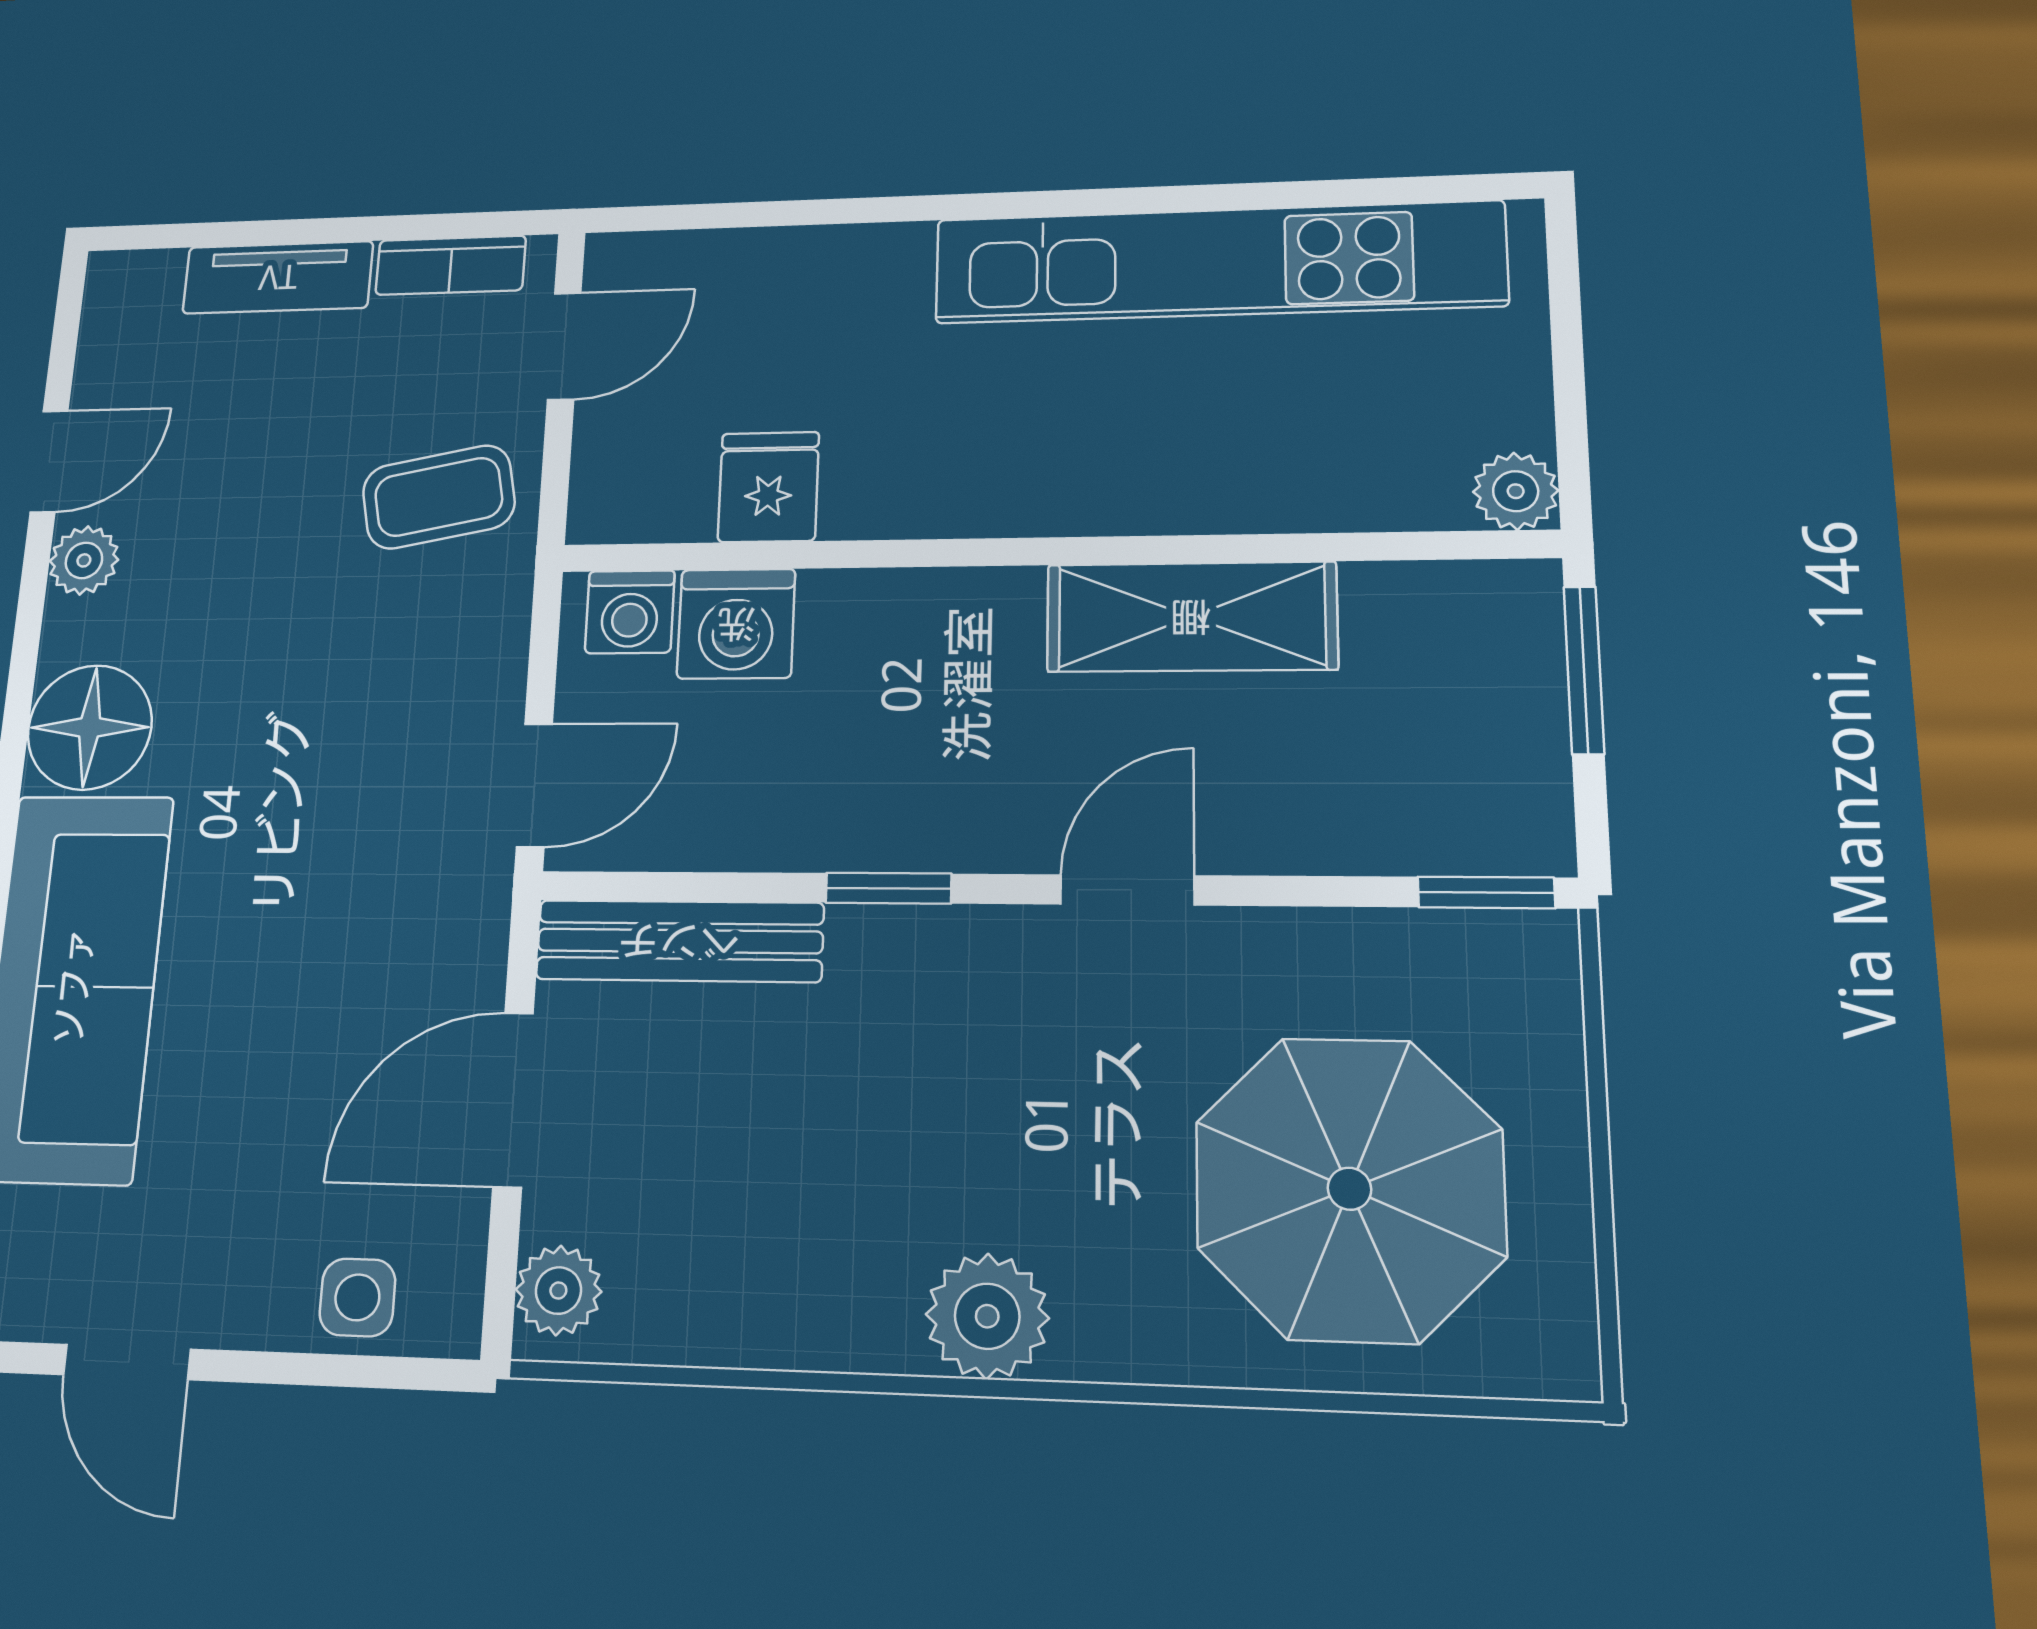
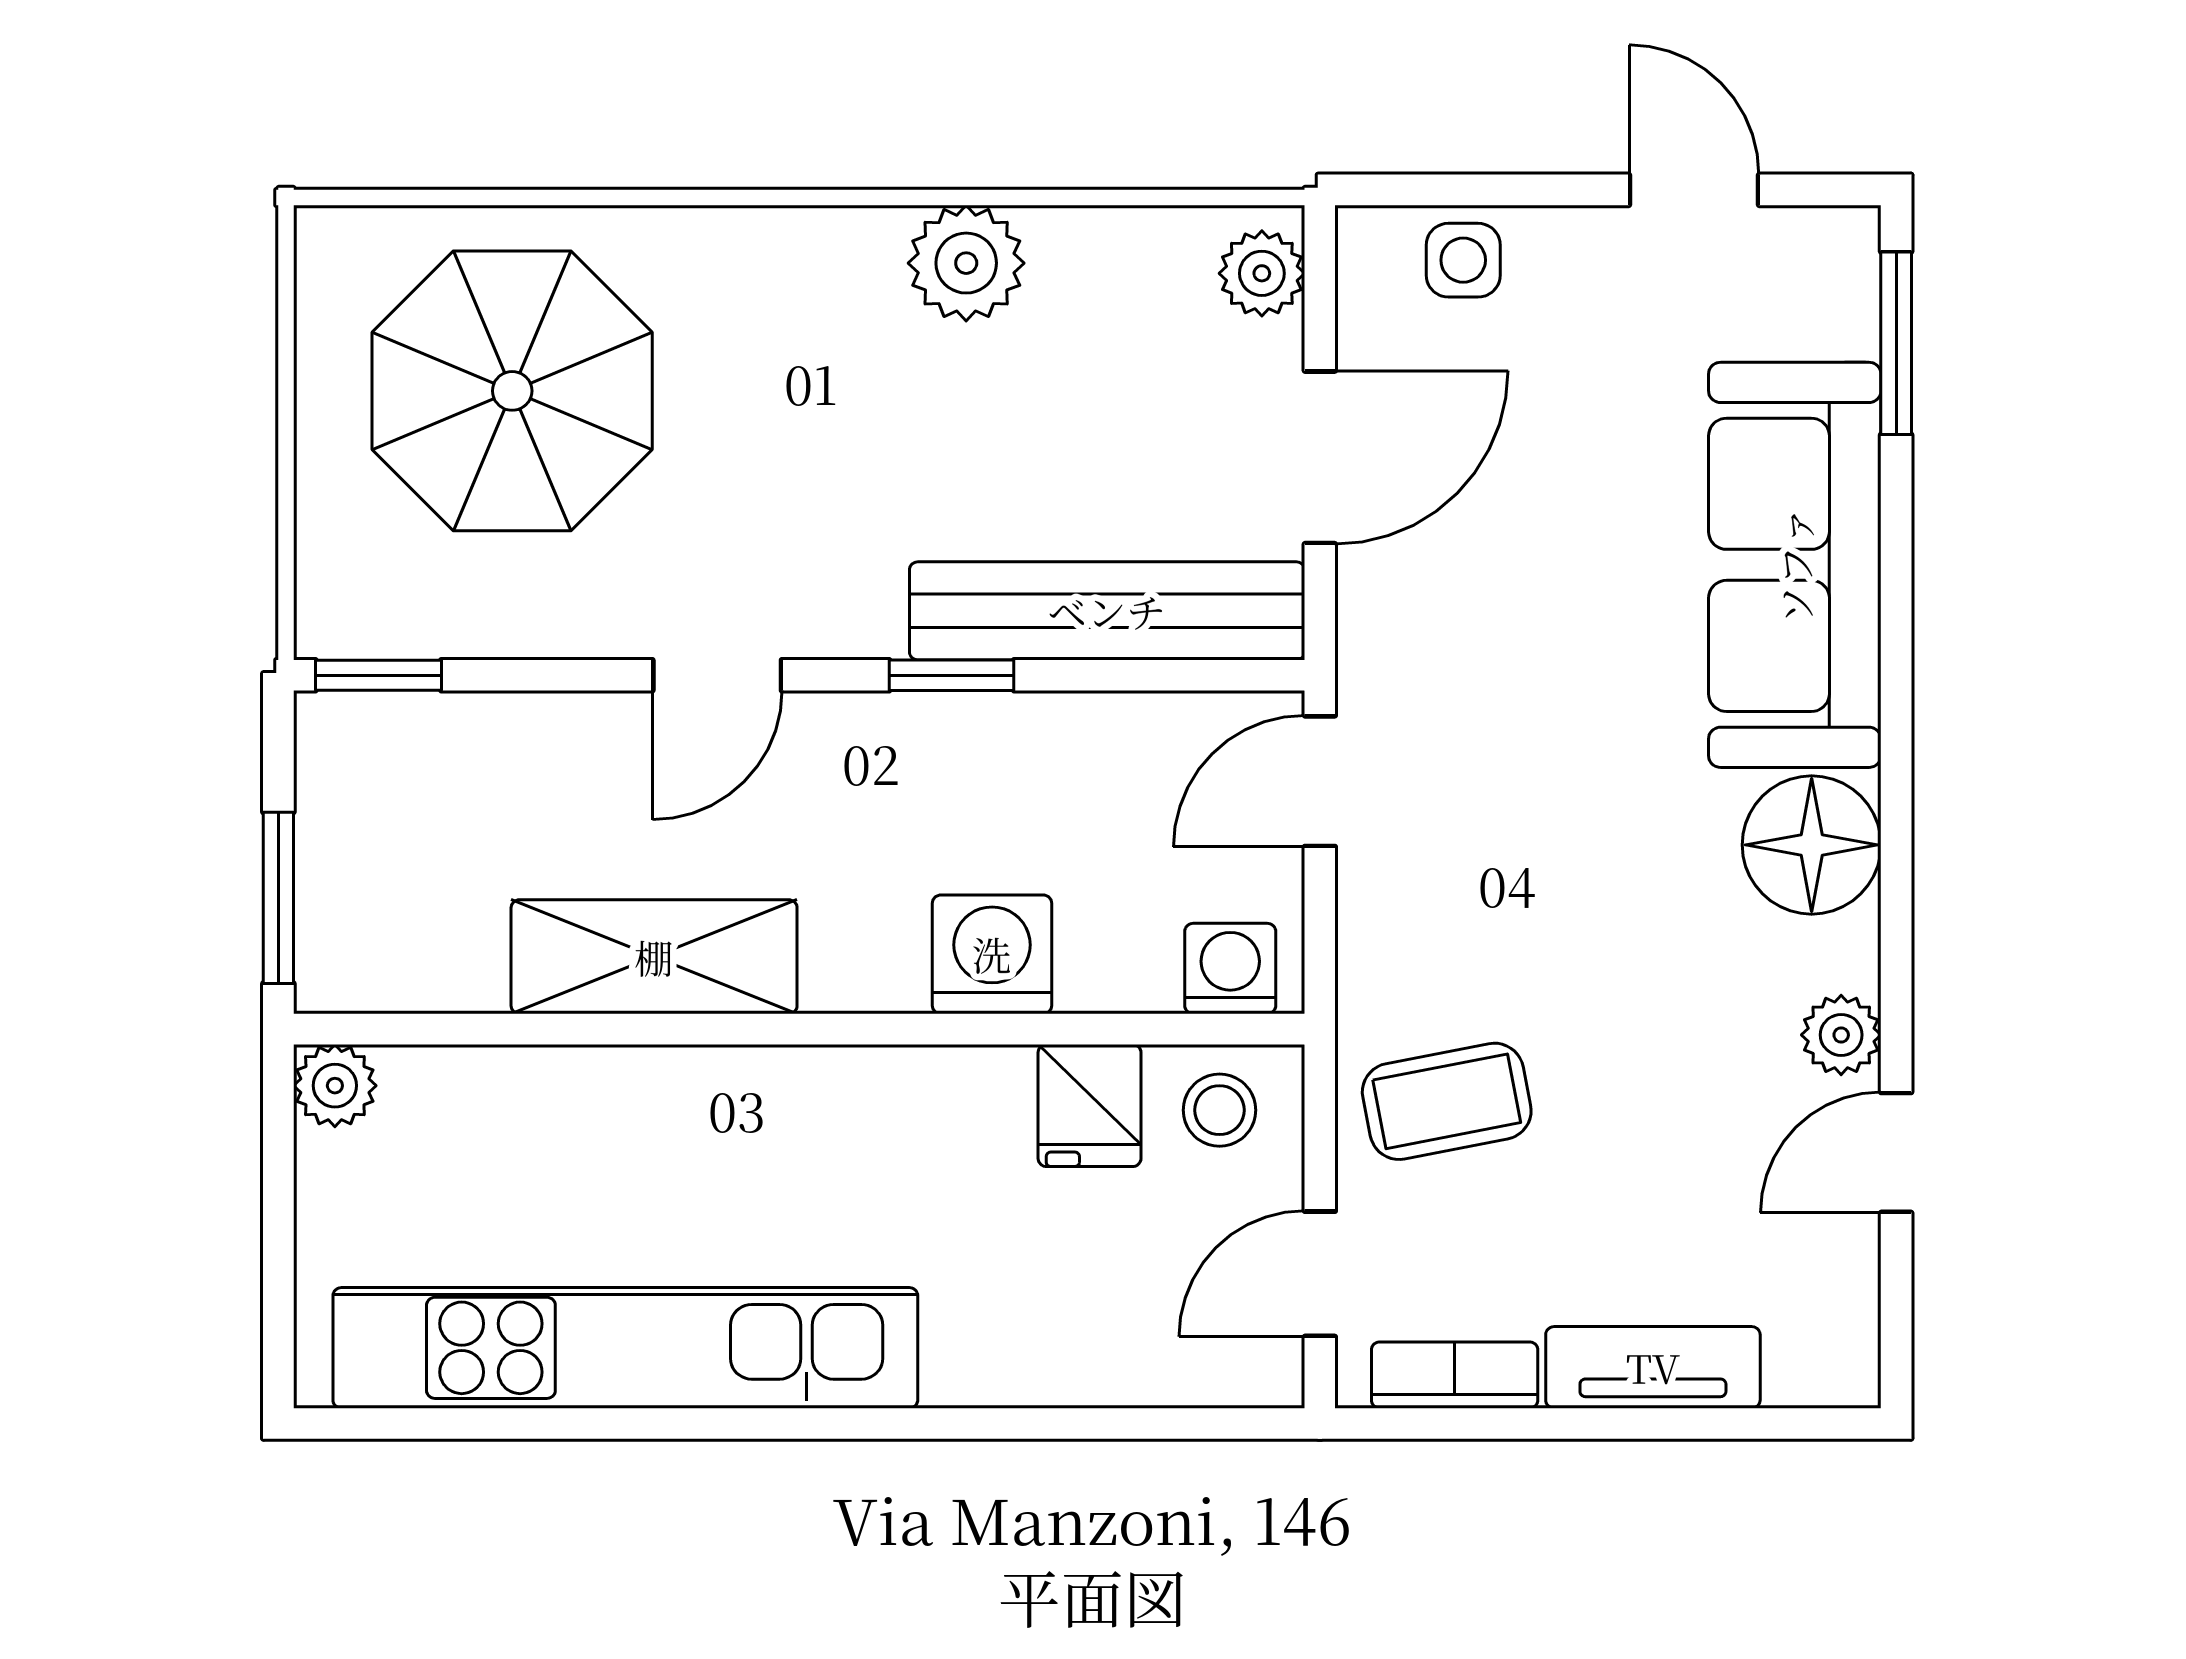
stool: (647, 485) -> (1220, 1110), added
washing machine: (736, 624) -> (992, 954), moved
bench: (679, 941) -> (1107, 611), width x1.37, depth x1.21
plant: (987, 1316) -> (966, 263), moved

